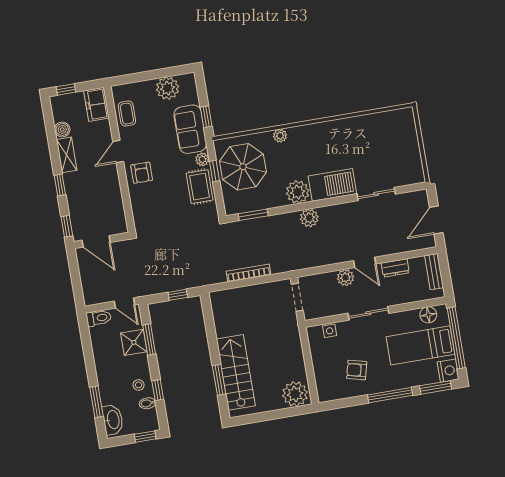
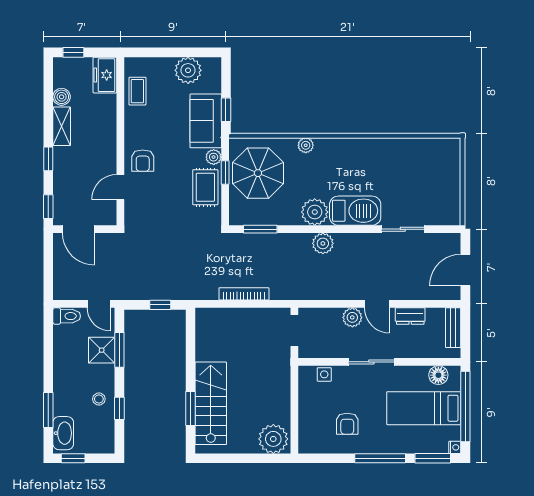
door: (118, 151) -> (120, 187), moved
armchair: (357, 370) -> (347, 424), turned -104
nightstand: (448, 371) -> (455, 447), width x0.53, depth x0.56
bidet: (147, 403) -> (105, 421), removed
window: (145, 437) -> (73, 458), moved

